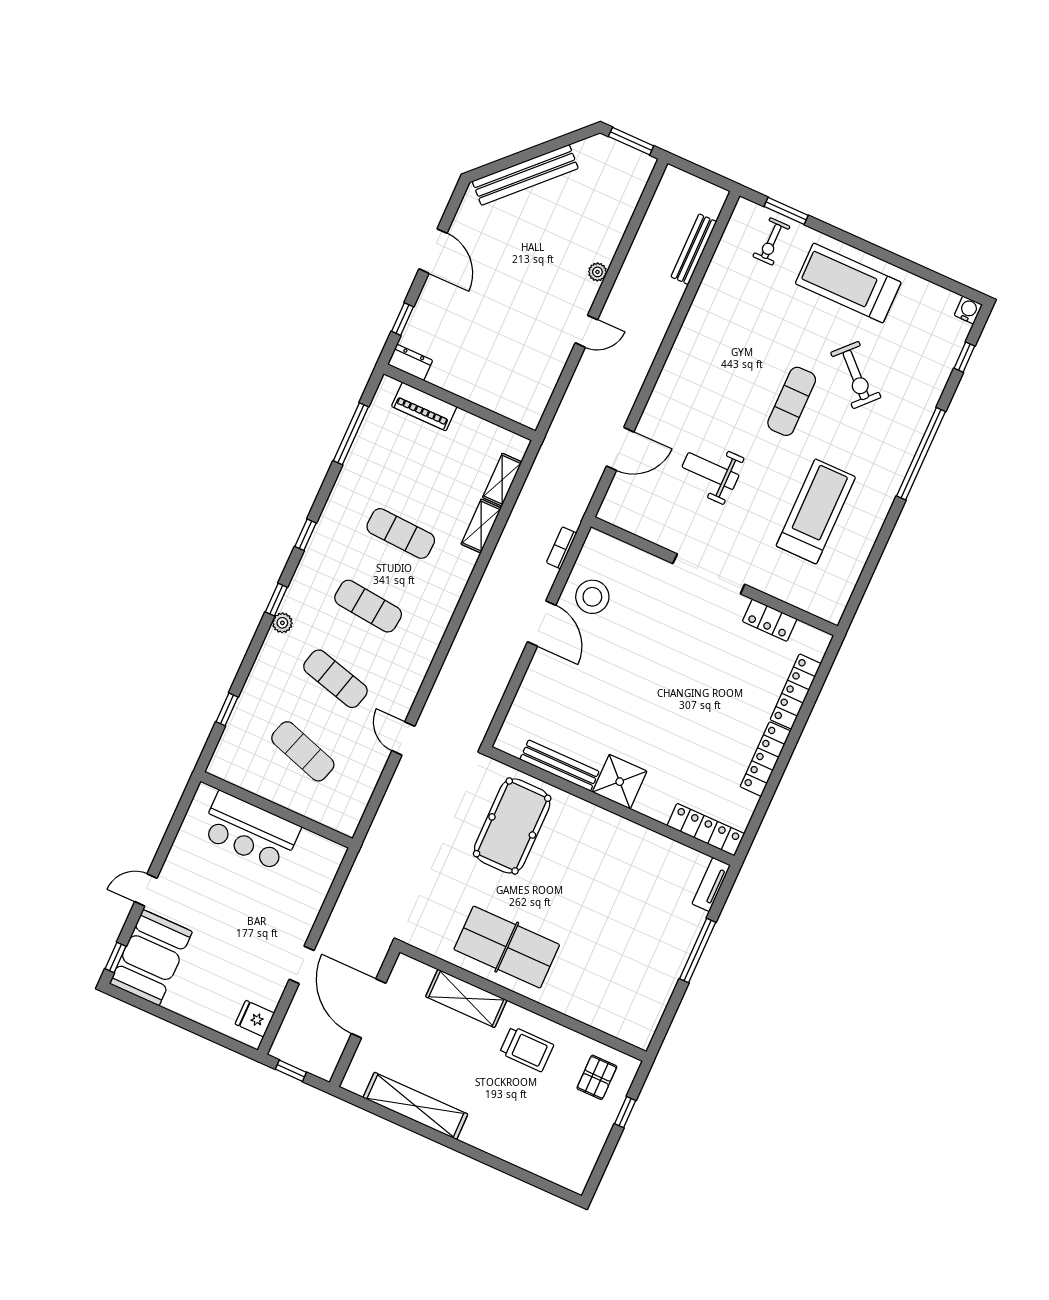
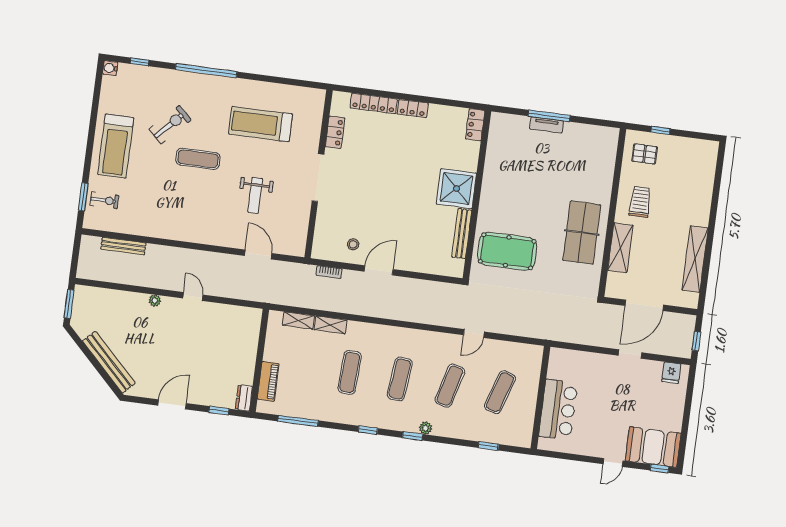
stool: (592, 597) -> (353, 244), width x0.53, depth x0.53
locker: (765, 759) -> (412, 109), width x0.66
shower: (620, 782) -> (456, 189), width x1.37, depth x1.37
locker: (706, 830) -> (475, 125), width x0.66
tv unit: (711, 885) -> (547, 125), moved
door: (146, 890) -> (613, 462), hinge flipped

